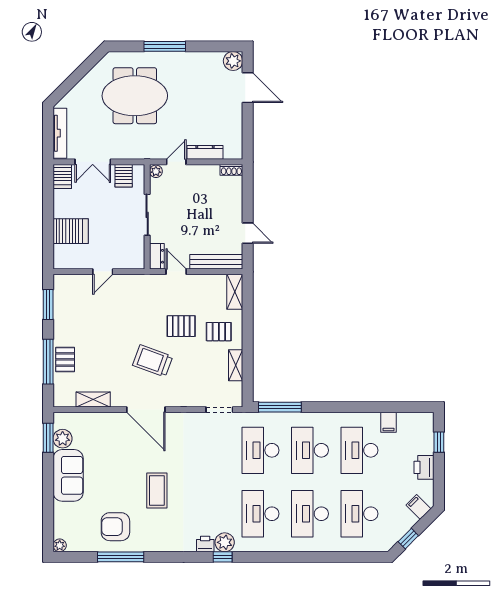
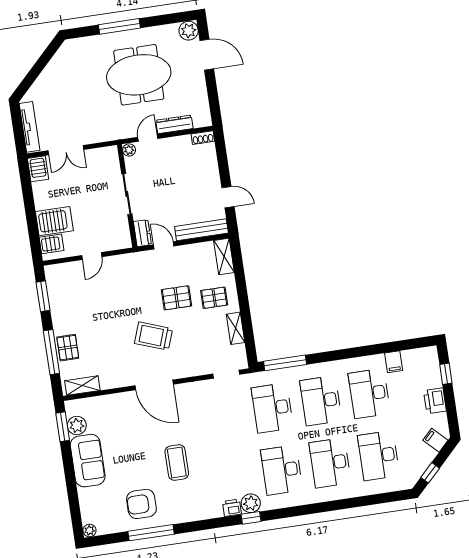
meeting table: (135, 96) -> (139, 75), moved
server rack: (124, 176) -> (52, 244), moved, turned -90
shelving: (93, 400) -> (82, 386), moved

